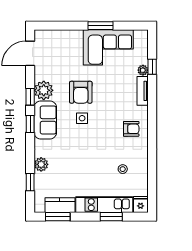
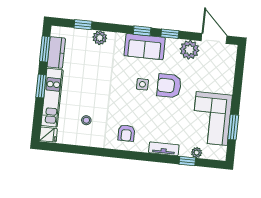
window: (100, 26) -> (233, 127), moved
plant: (143, 70) -> (197, 153), moved
plant: (44, 90) -> (189, 50), moved
window: (111, 217) -> (41, 86), moved

